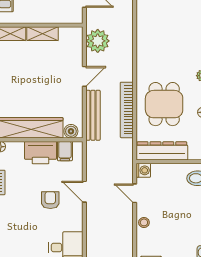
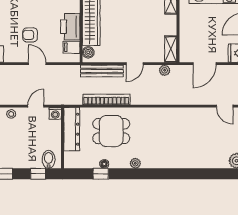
shelving: (43, 34) -> (171, 49), moved
plant: (98, 41) -> (165, 70), width x0.53, depth x0.53
door: (84, 76) -> (135, 64), hinge flipped
door: (84, 192) -> (37, 64), hinge flipped
armchair: (50, 200) -> (30, 35), turned 180

